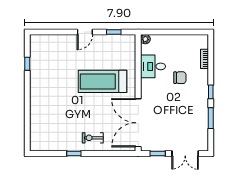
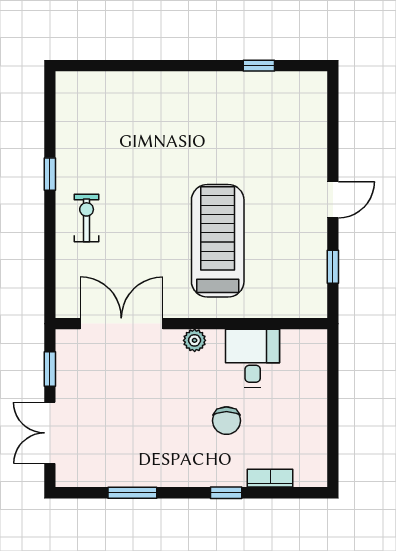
door: (85, 32) -> (333, 200), swing flipped
plant: (145, 39) -> (195, 340), moved
window: (211, 92) -> (226, 493), moved
double door: (138, 123) -> (121, 324), width x0.73

